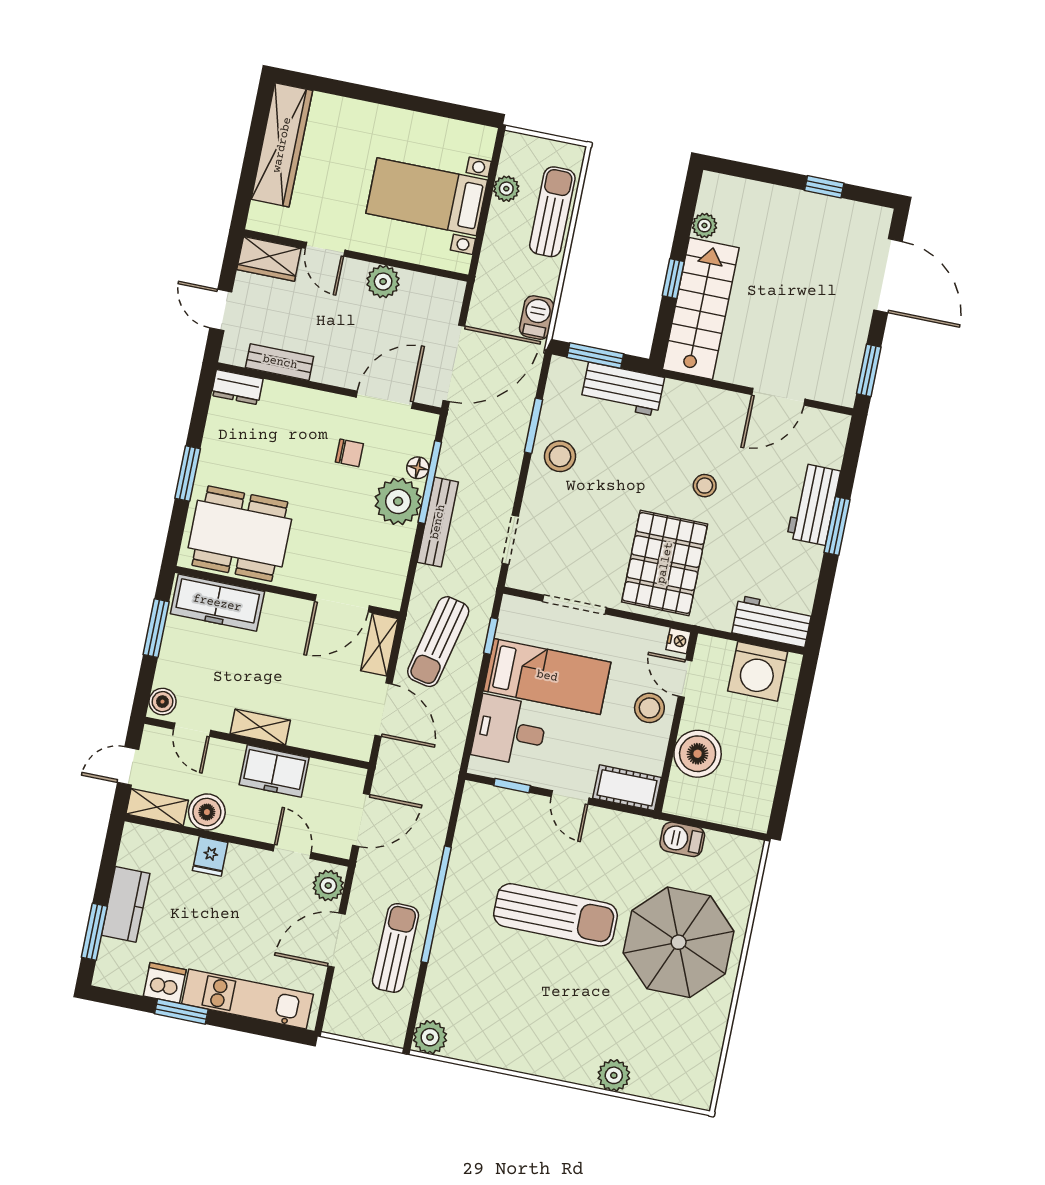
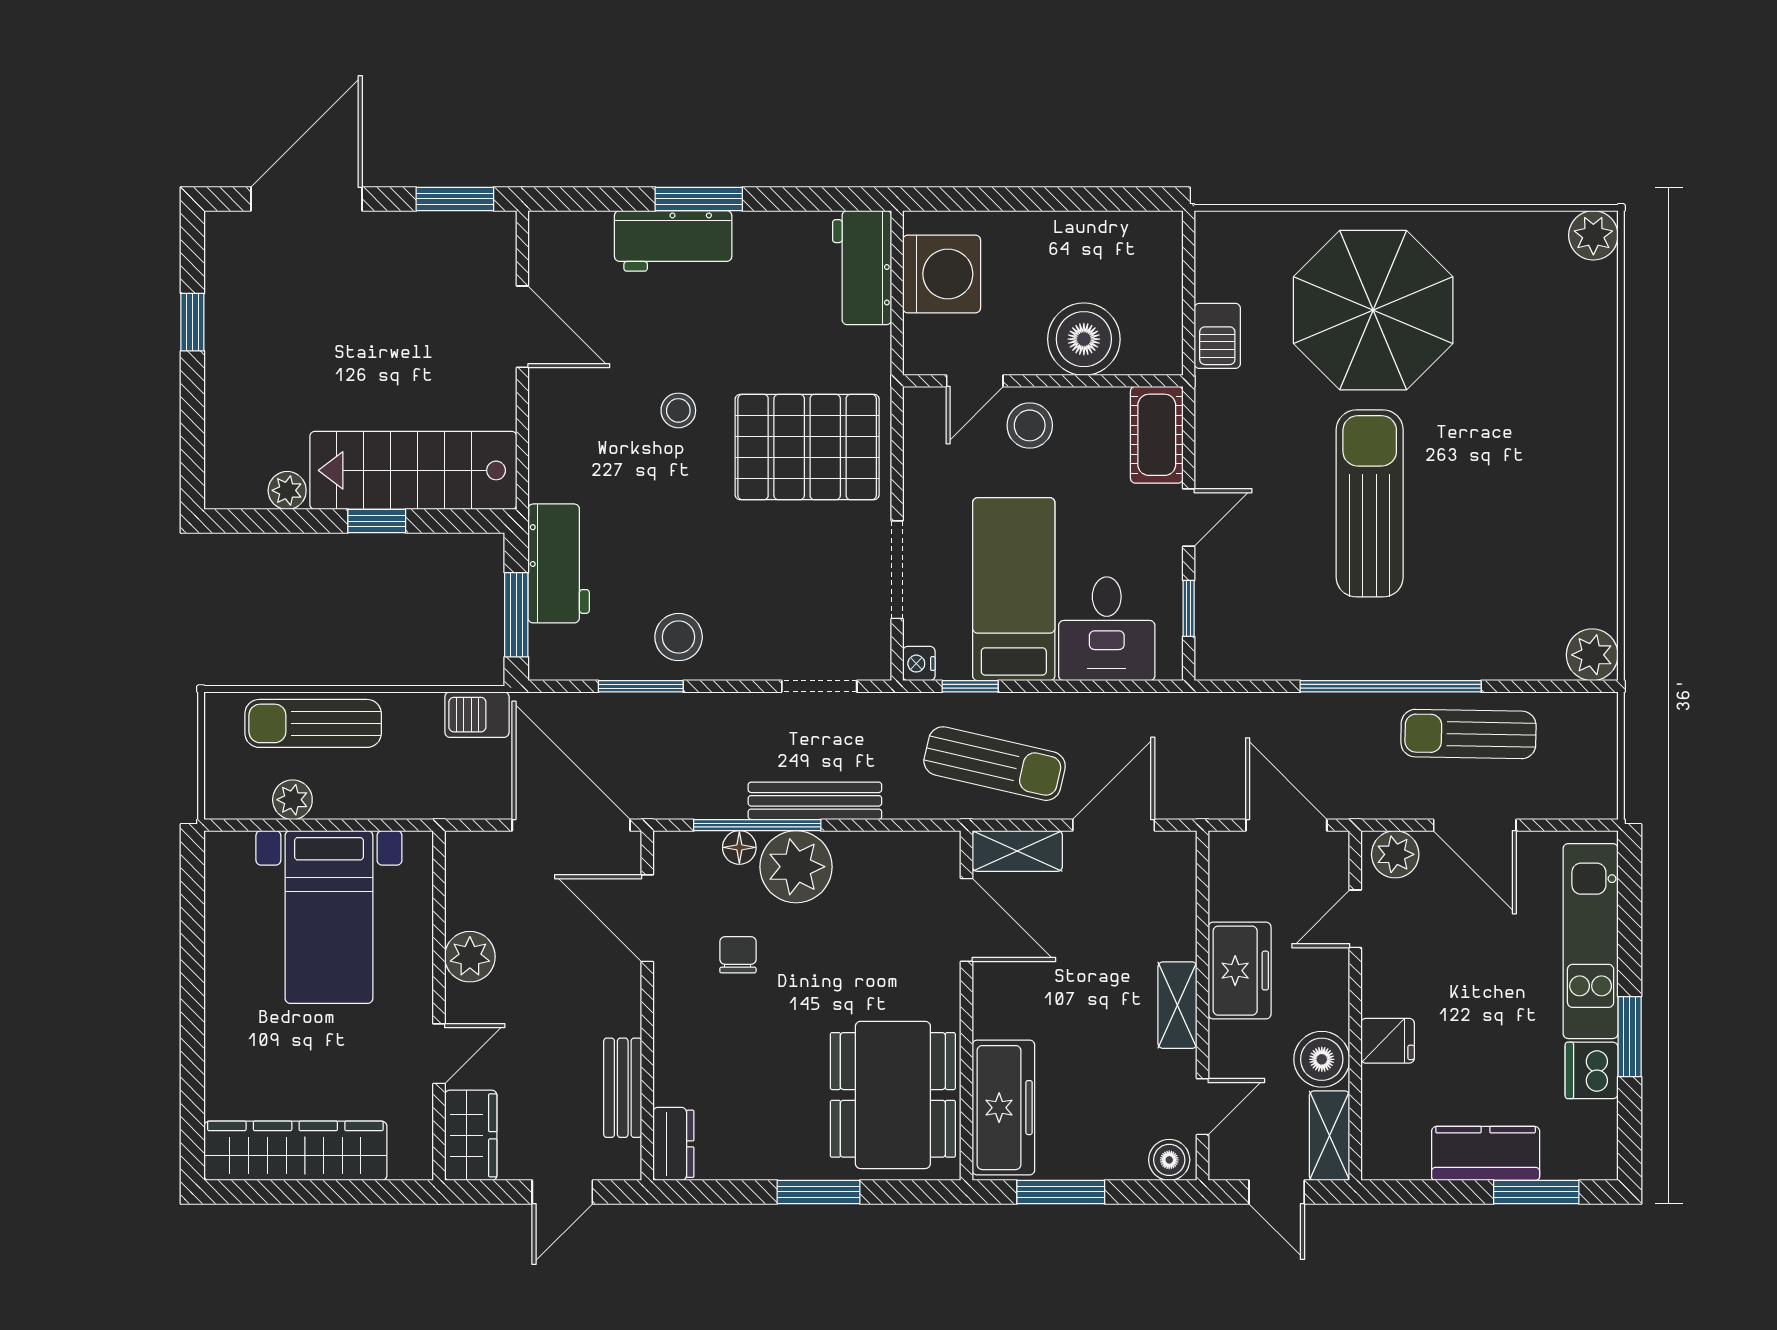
nightstand: (678, 641) -> (919, 664), moved, turned -90
plant: (614, 1075) -> (1593, 235), moved

